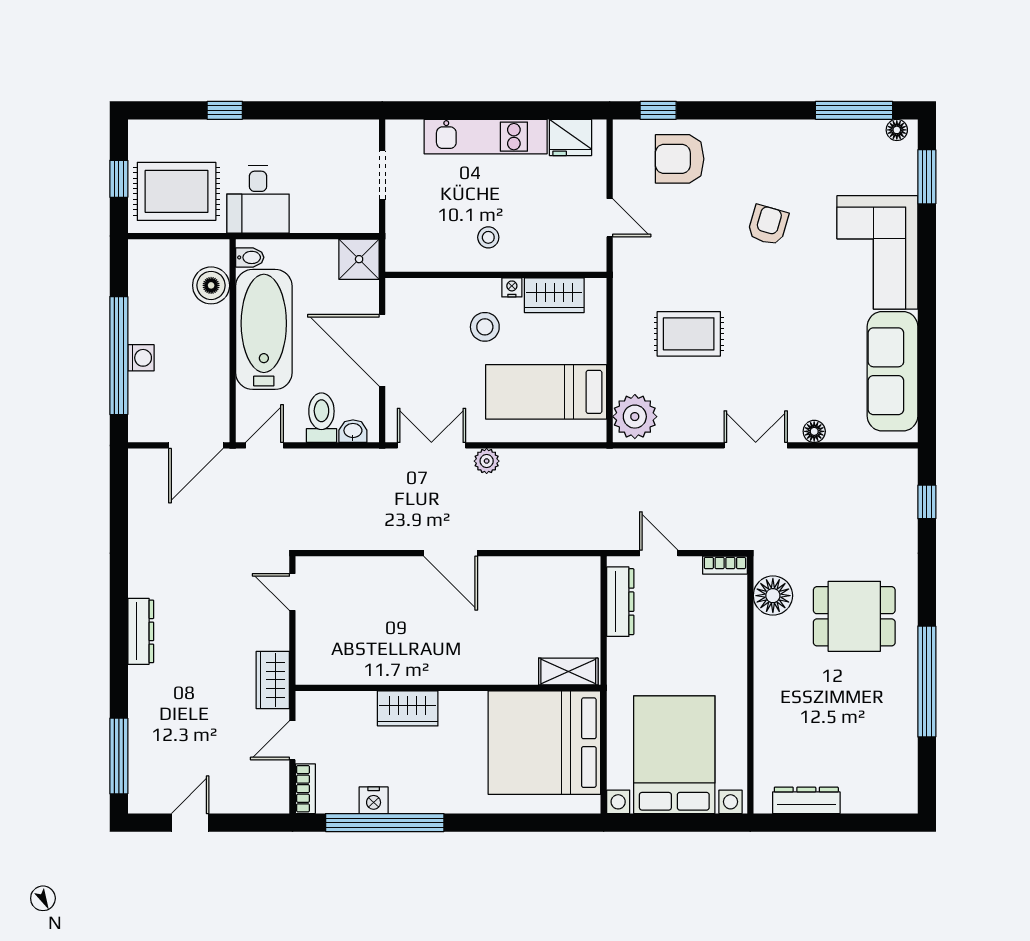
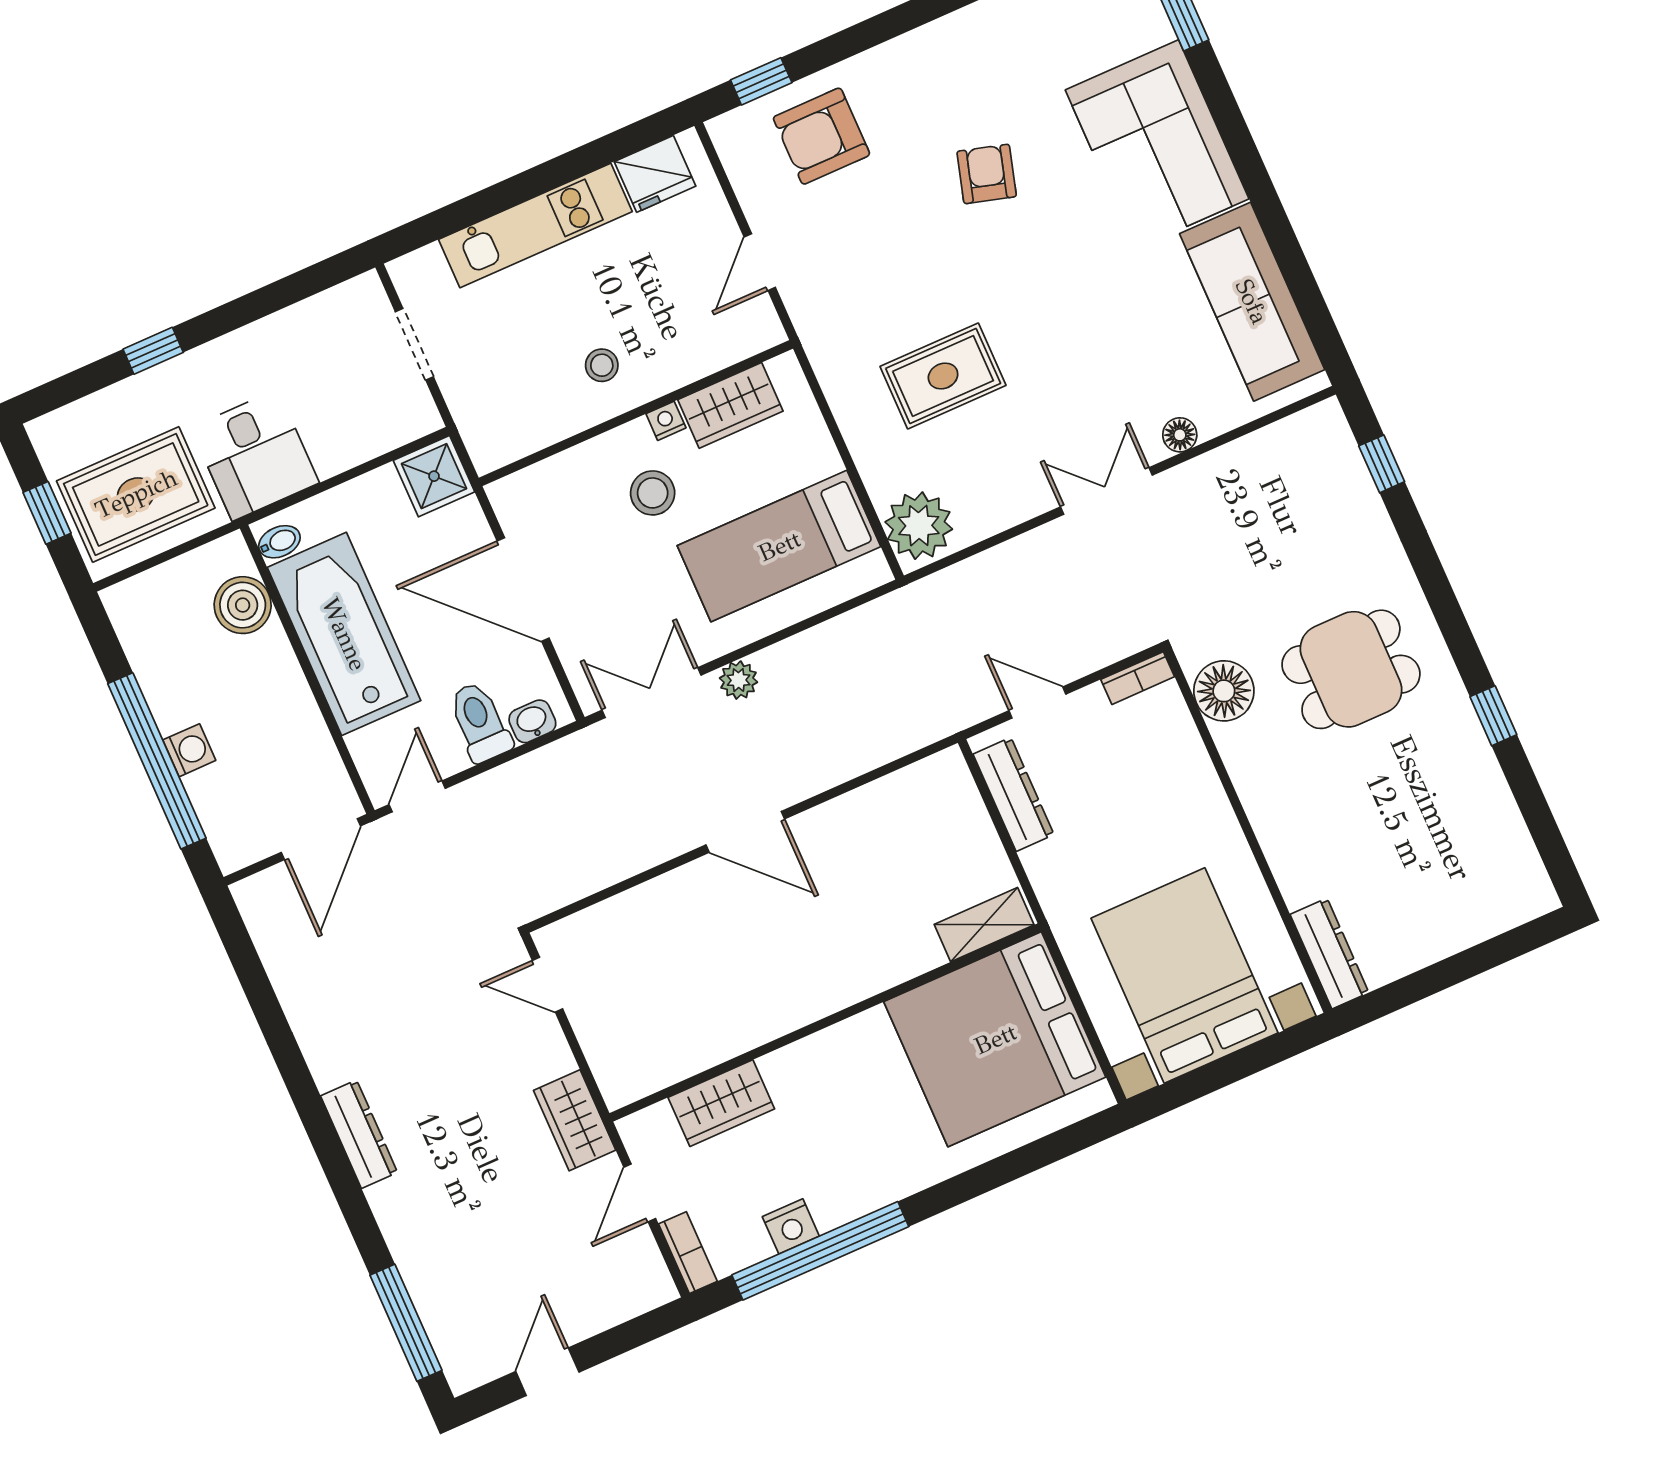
door: (610, 218) -> (760, 262), swing flipped
window: (927, 682) -> (1493, 716), width x0.32
wardrobe: (408, 708) -> (721, 1103), moved
dresser: (806, 800) -> (1329, 953), moved, turned 90

